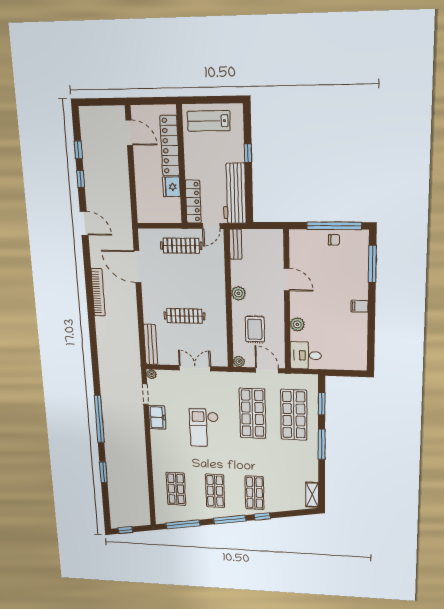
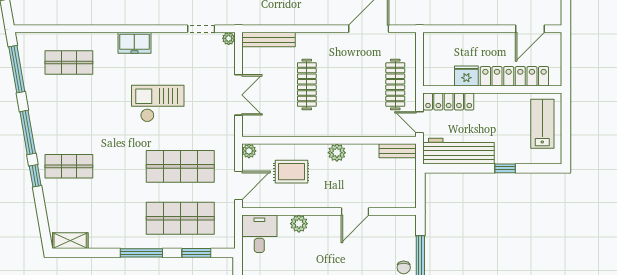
freezer: (157, 417) -> (134, 43), moved
shop shelf: (215, 491) -> (69, 114), removed

